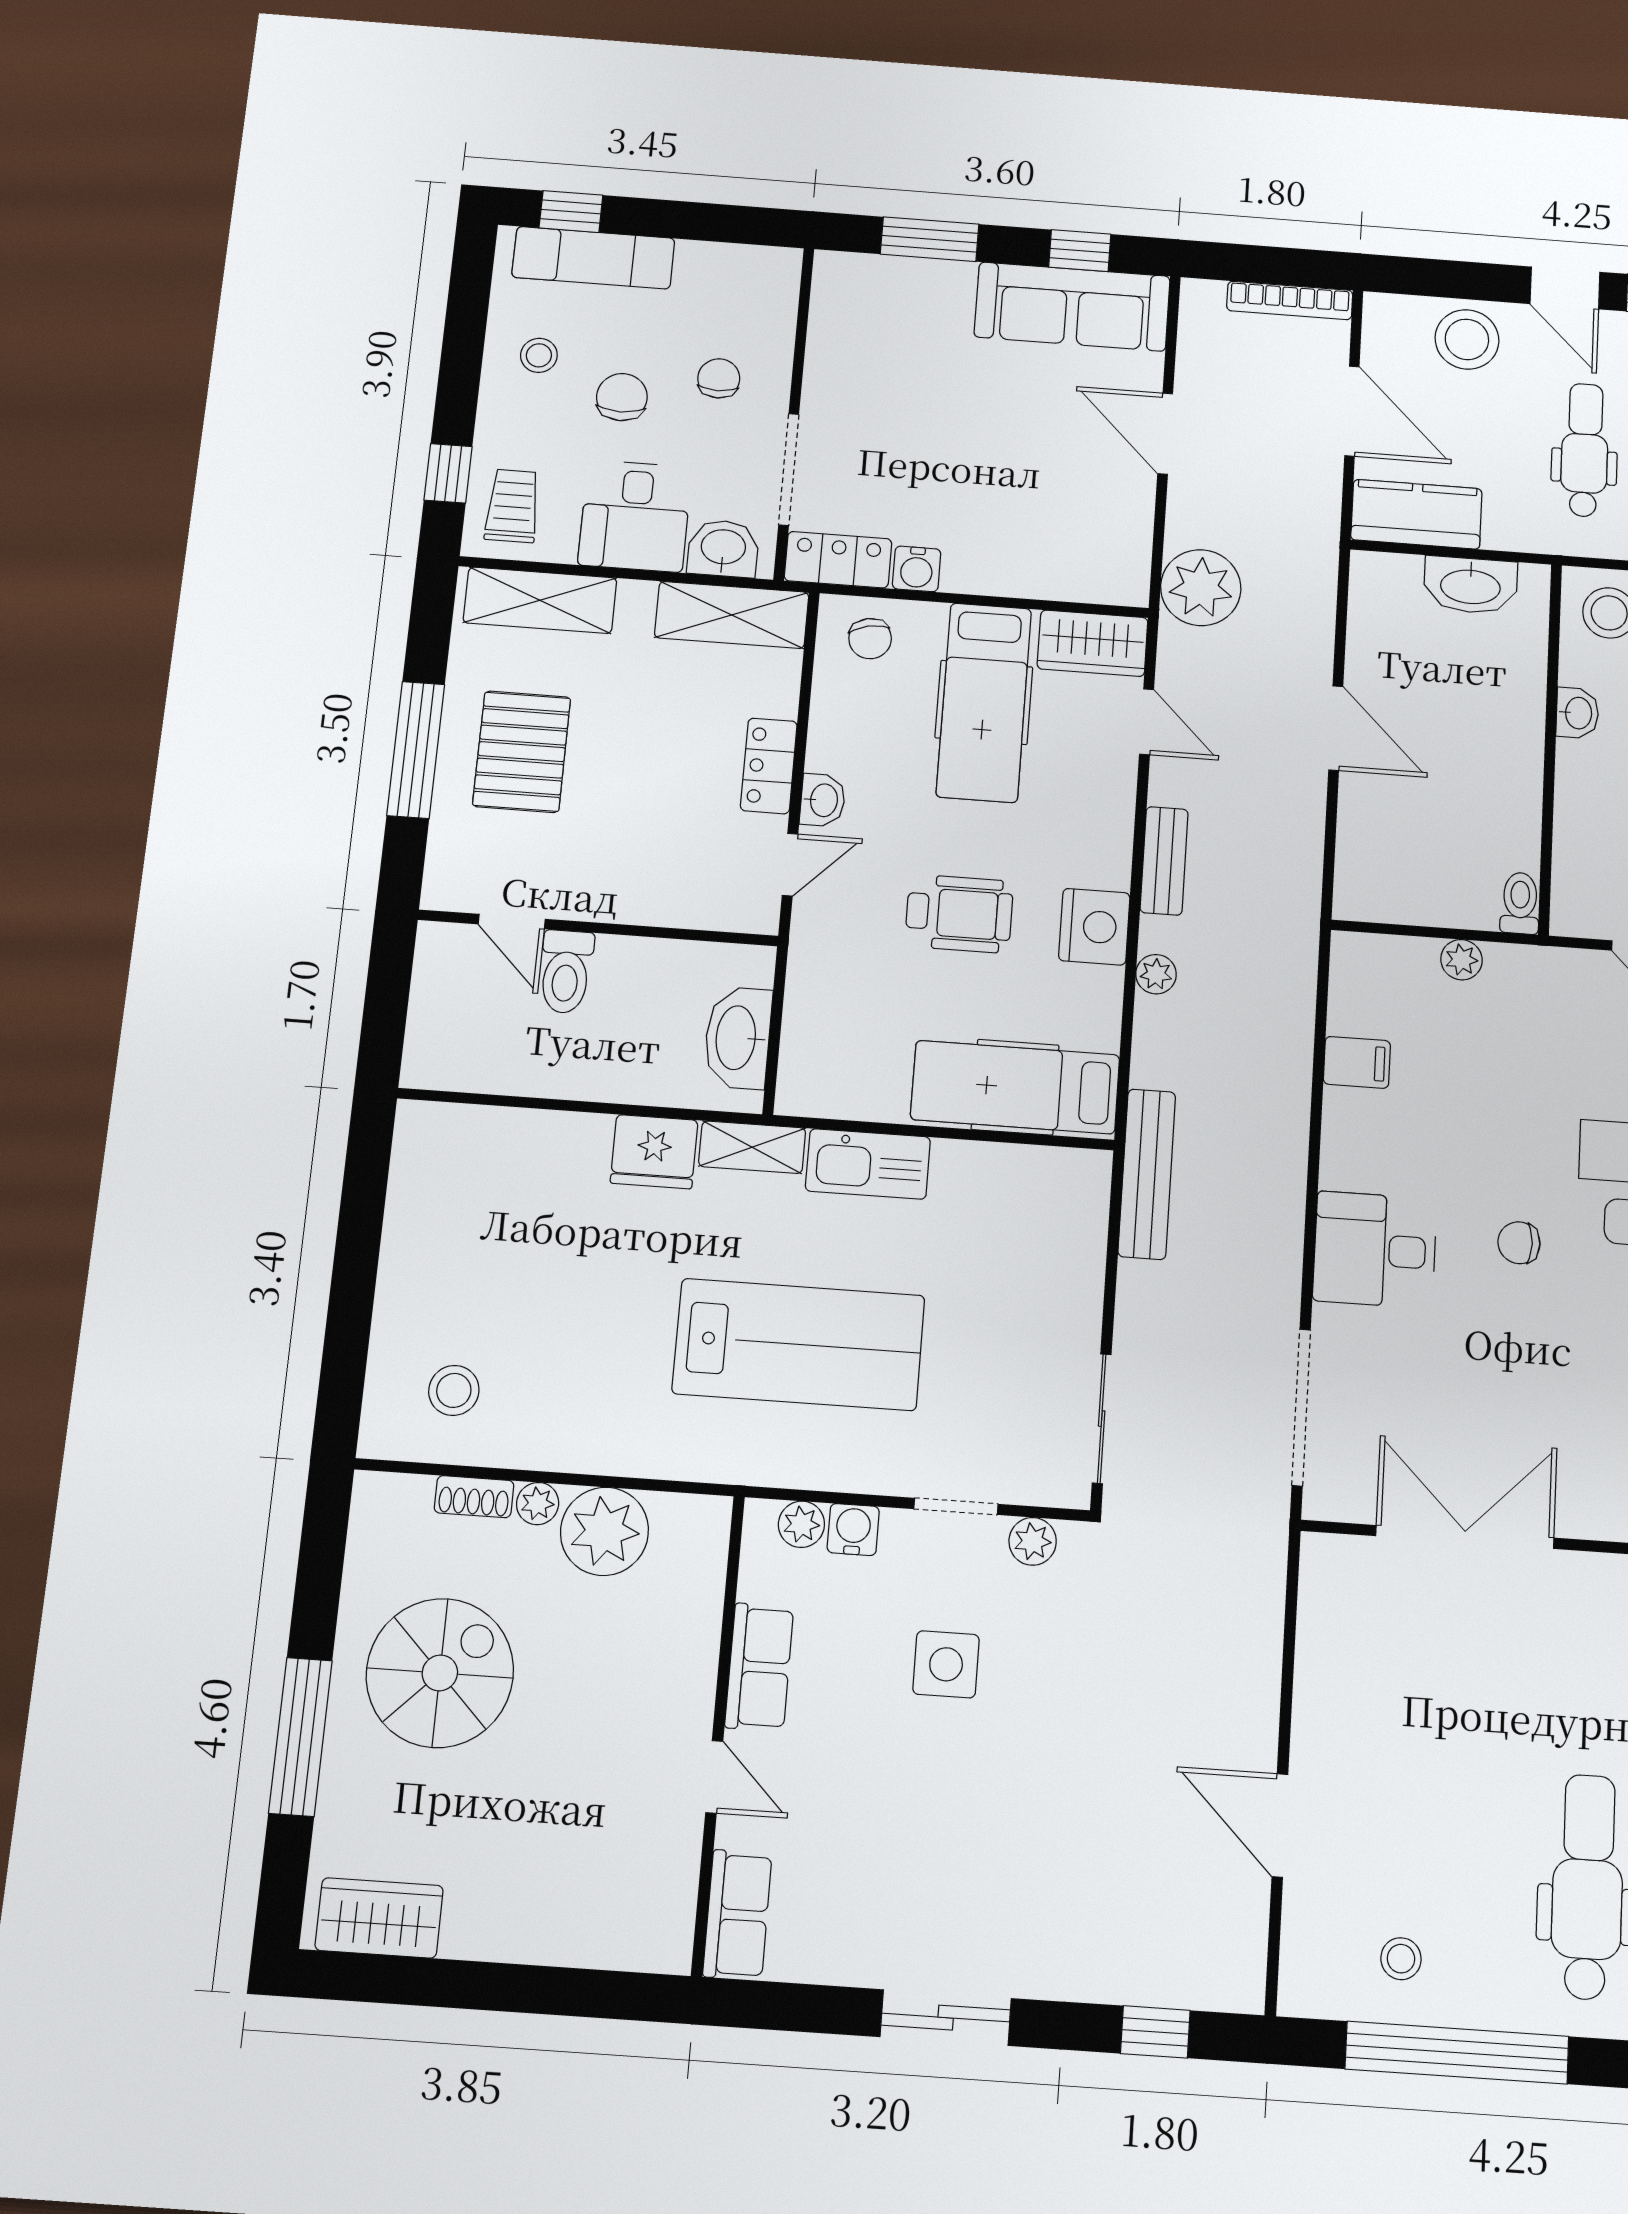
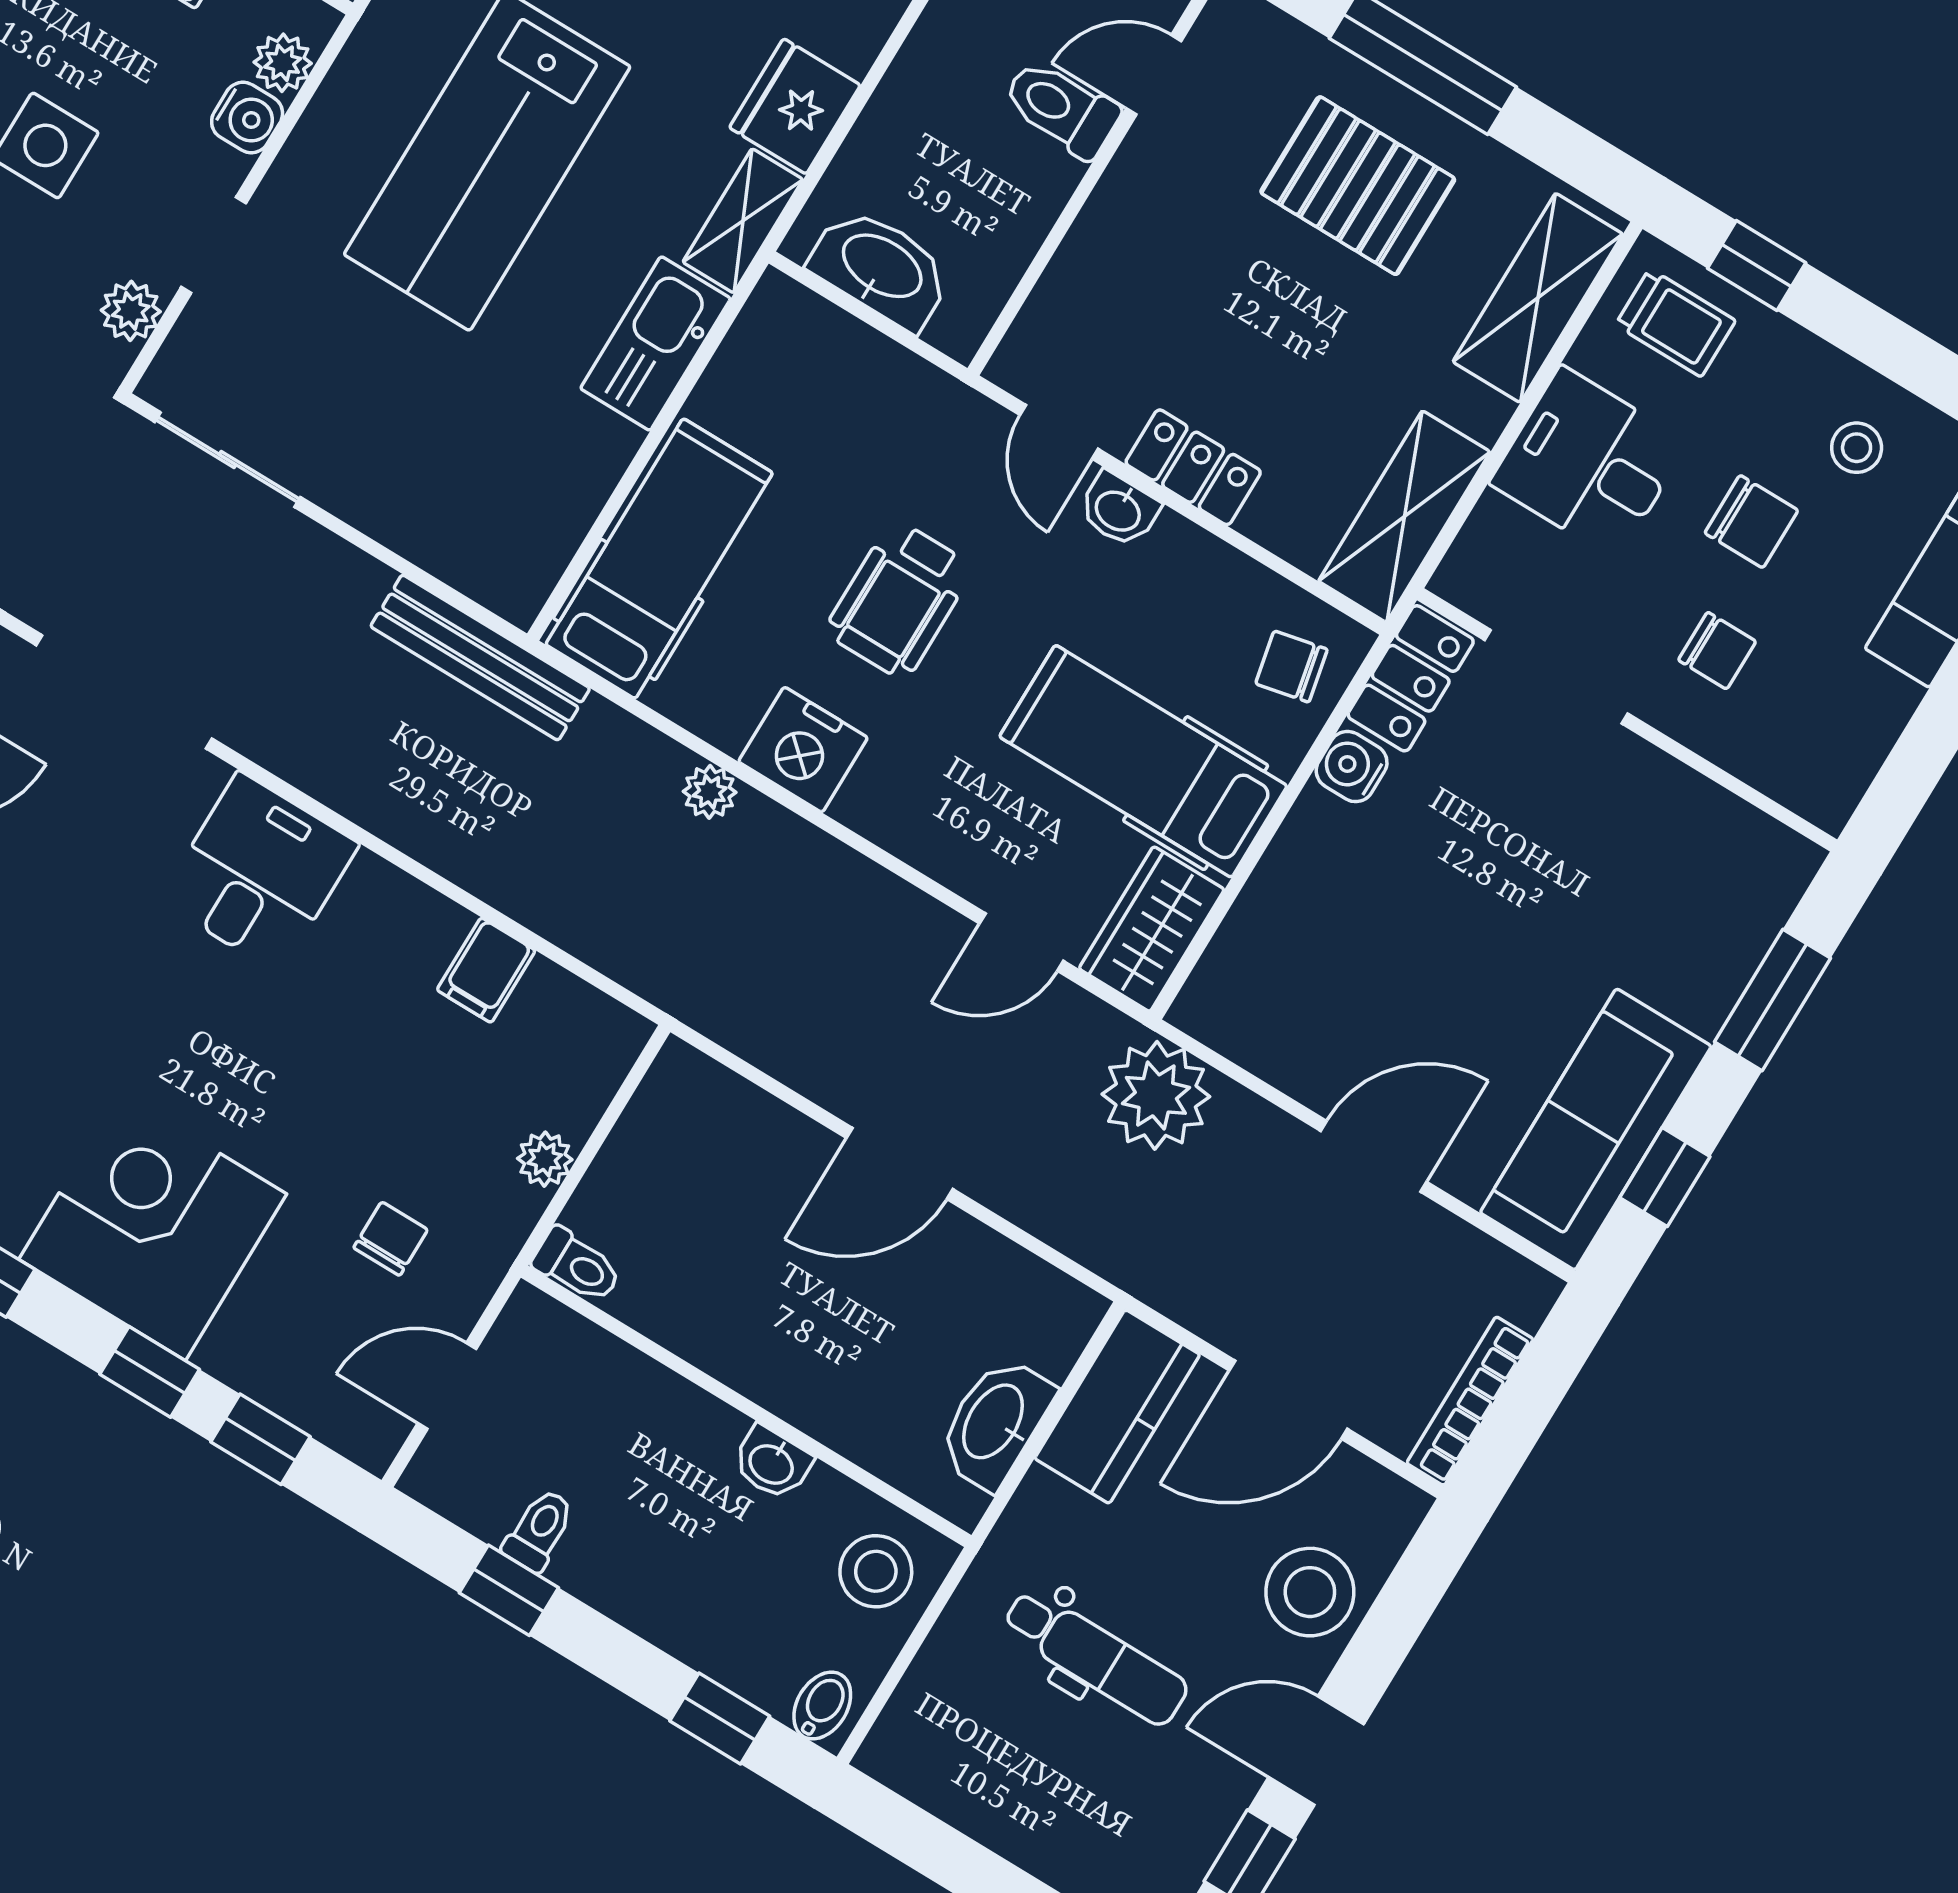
washbasin: (723, 548) -> (1494, 548), removed
bench: (1164, 861) -> (841, 873), removed
chair: (1519, 1243) -> (391, 1239), moved

